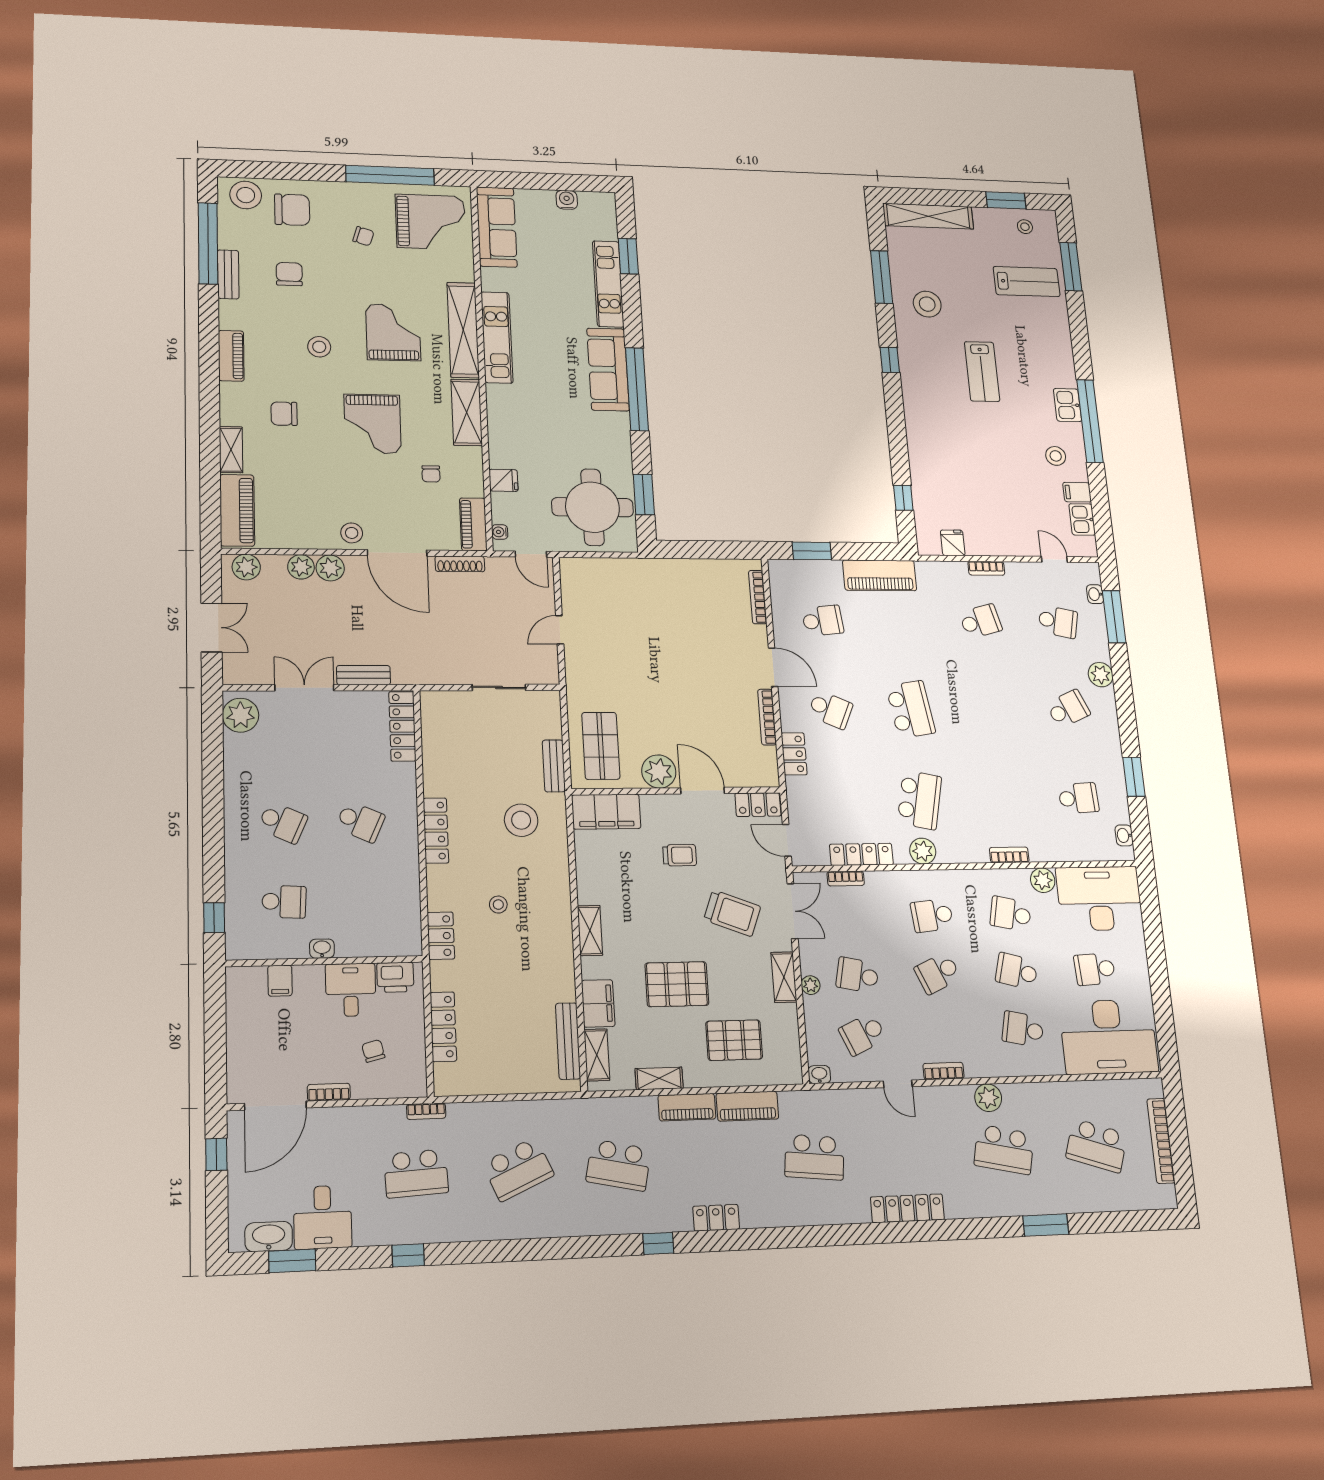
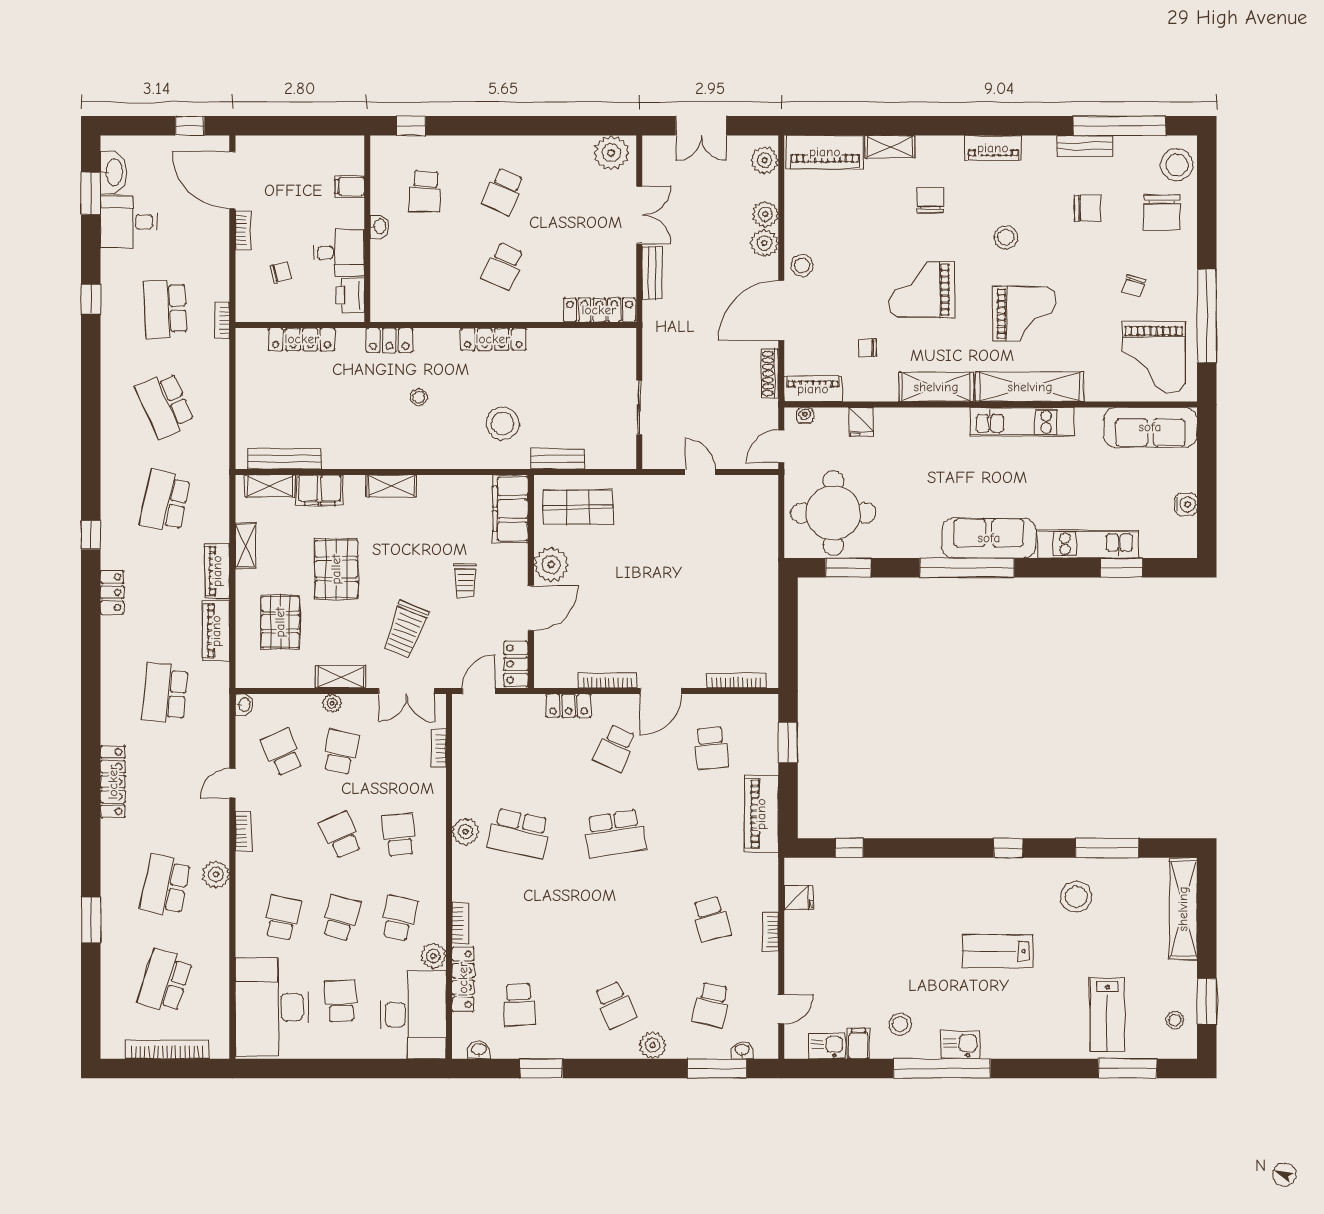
locker: (861, 854) -> (463, 979), moved

